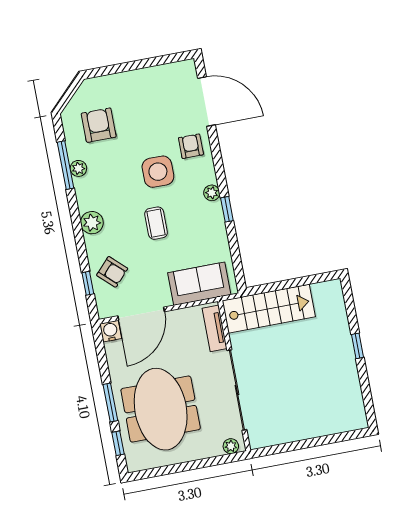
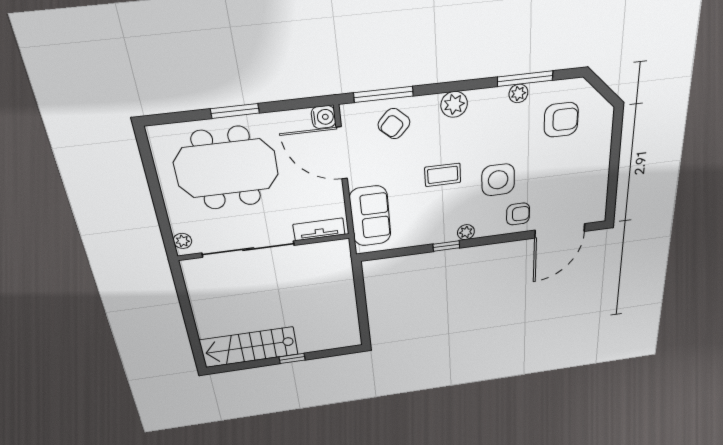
window: (88, 283) -> (384, 94), width x2.17
stairs: (269, 309) -> (249, 347), moved, turned 90
window: (118, 443) -> (183, 117), removed

